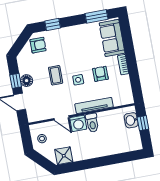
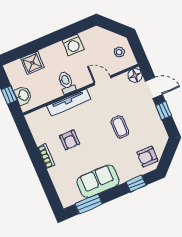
sofa: (112, 38) -> (98, 181), moved, turned -90
side table: (78, 80) -> (93, 128), removed
floor lamp: (27, 81) -> (135, 75), moved
washing machine: (78, 123) -> (73, 45), moved, turned 180
shower: (64, 156) -> (32, 63), moved

